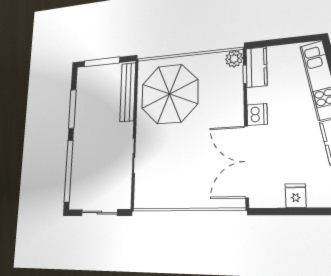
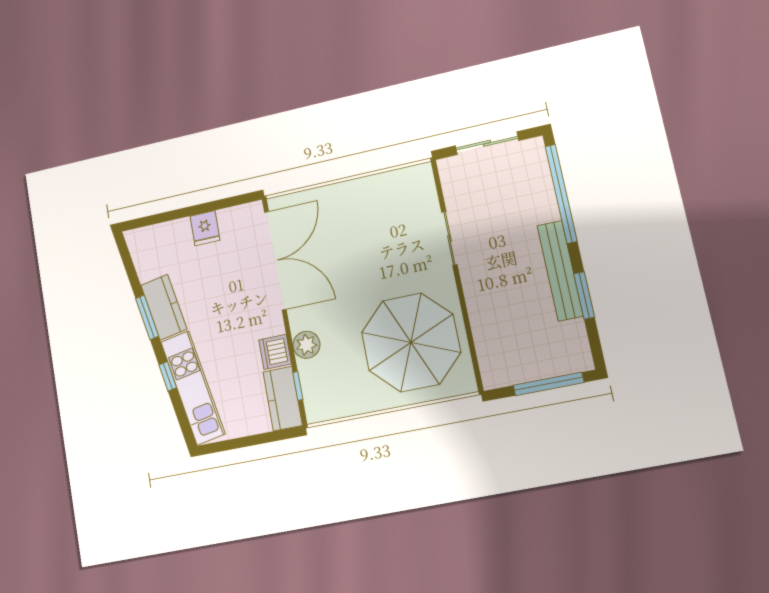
plant: (234, 59) -> (306, 345), moved
bench: (128, 92) -> (560, 271), moved
window: (72, 109) -> (584, 295), width x0.69
dishwasher: (257, 115) -> (275, 352), moved

